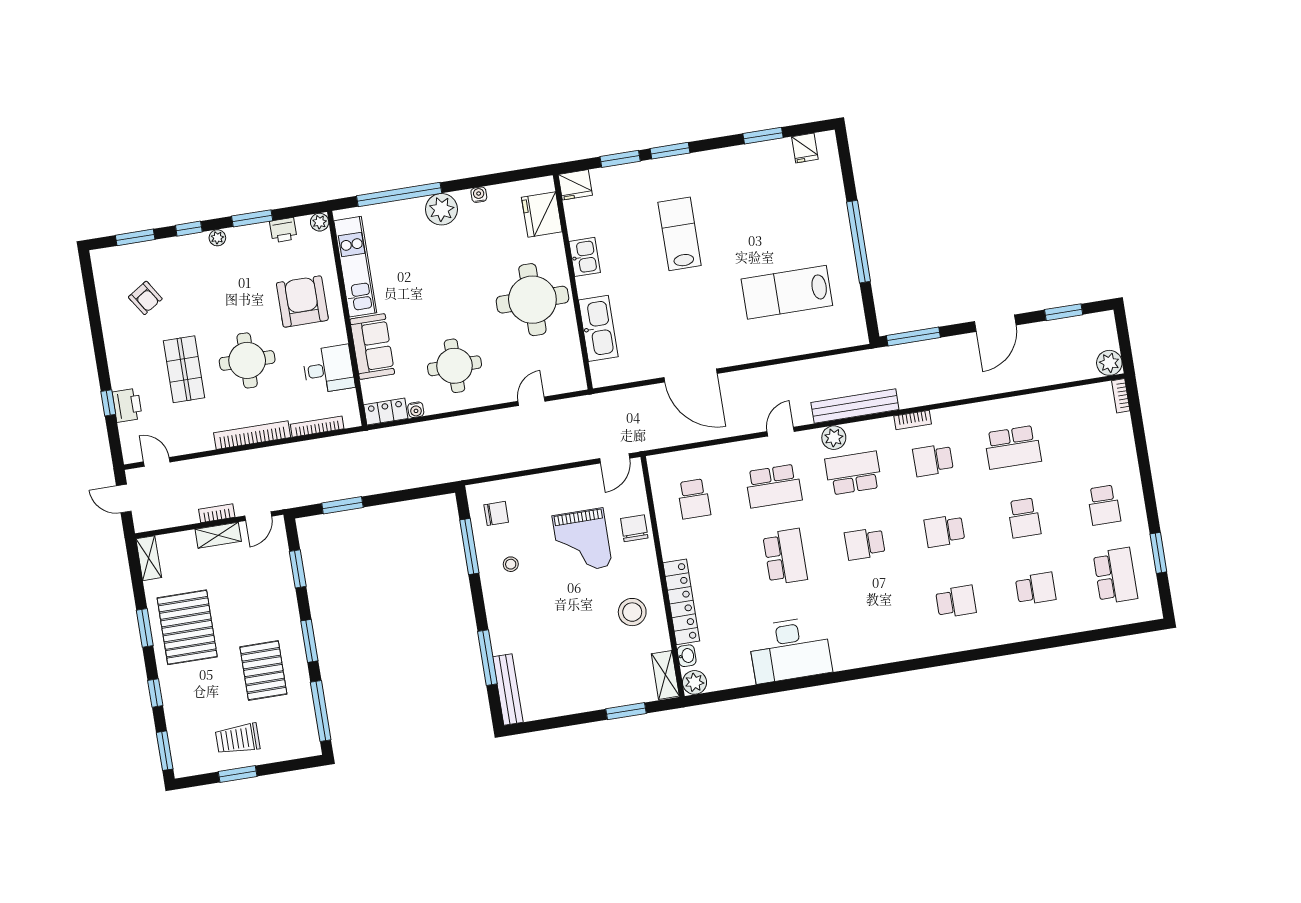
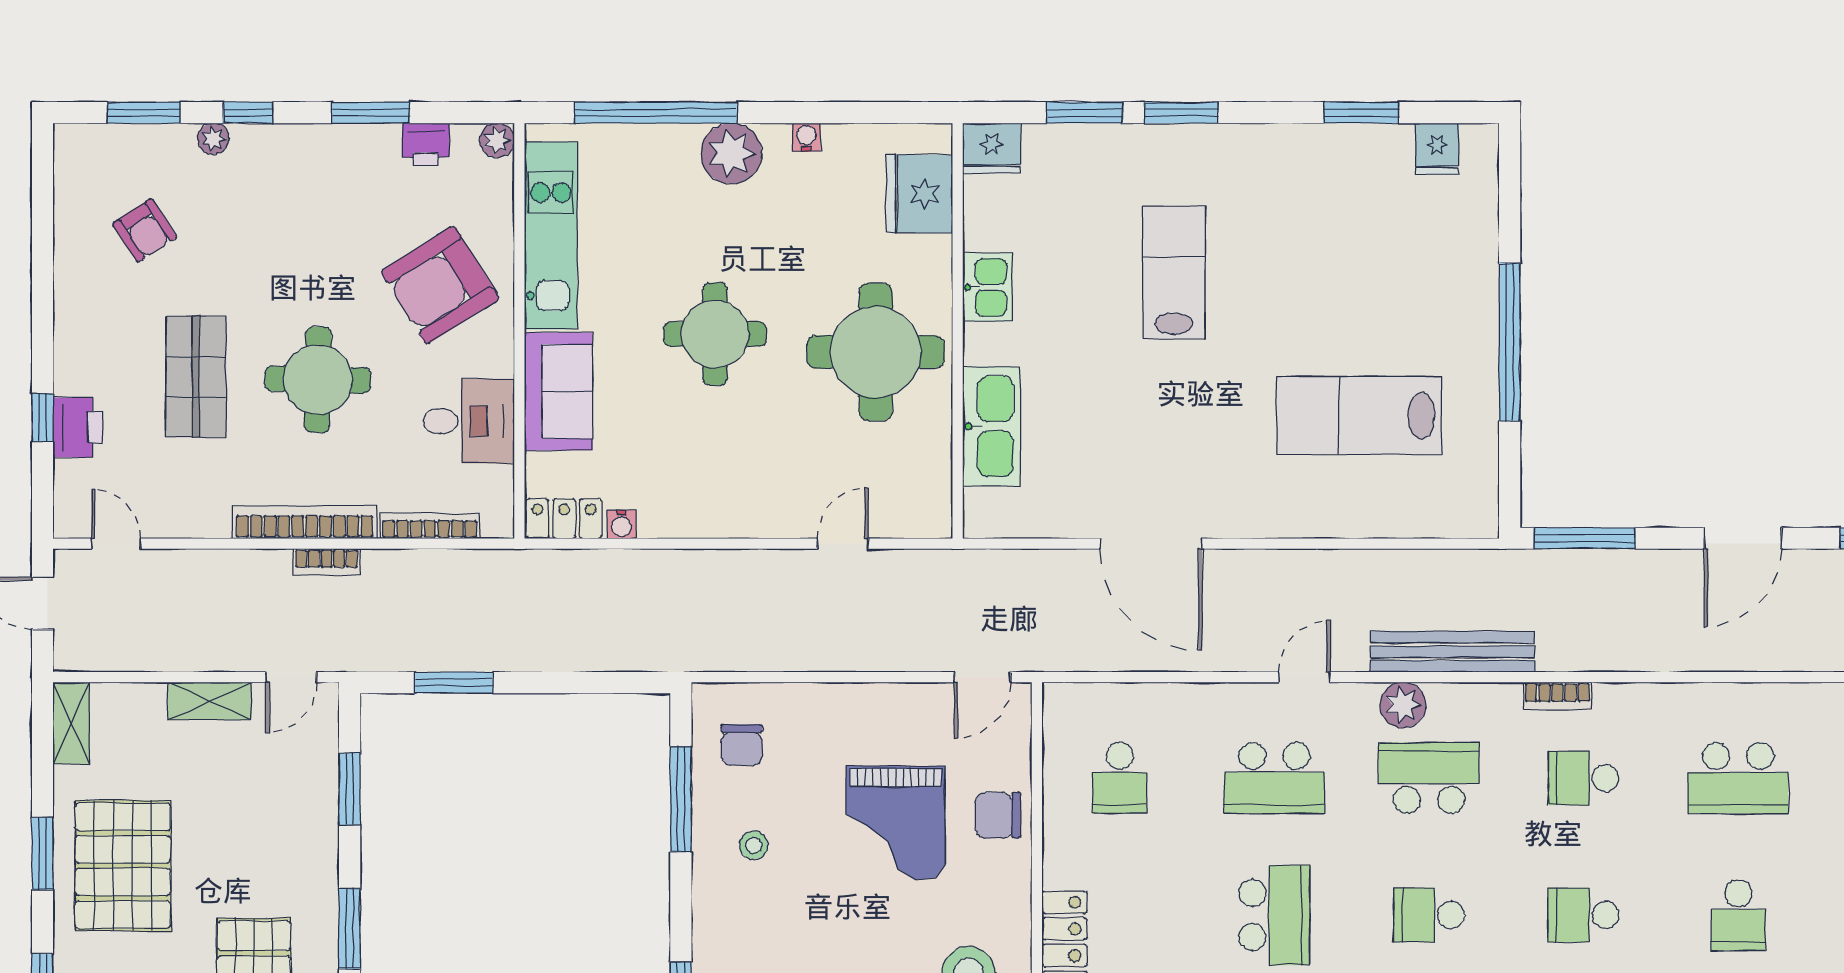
plant: (217, 238) -> (213, 139), moved
armchair: (302, 301) -> (440, 285), turned -122
round table: (454, 366) -> (715, 334), moved
bookcase: (217, 513) -> (327, 562), moved, turned 180
chair: (496, 513) -> (742, 745), turned 90
chair: (634, 528) -> (998, 815), turned -90

